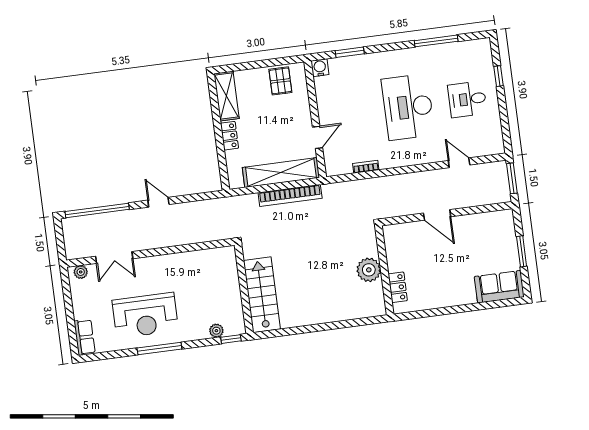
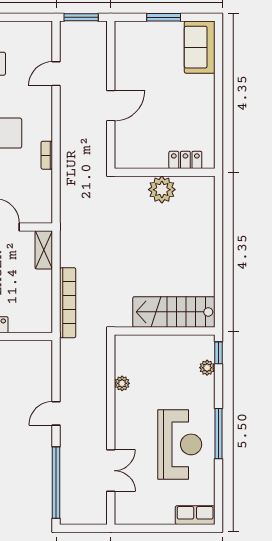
bookcase: (366, 167) -> (47, 155), moved
shelving: (281, 173) -> (44, 250), width x0.45, depth x0.75
bookcase: (290, 195) -> (68, 303), moved
plant: (81, 272) -> (122, 383), moved

